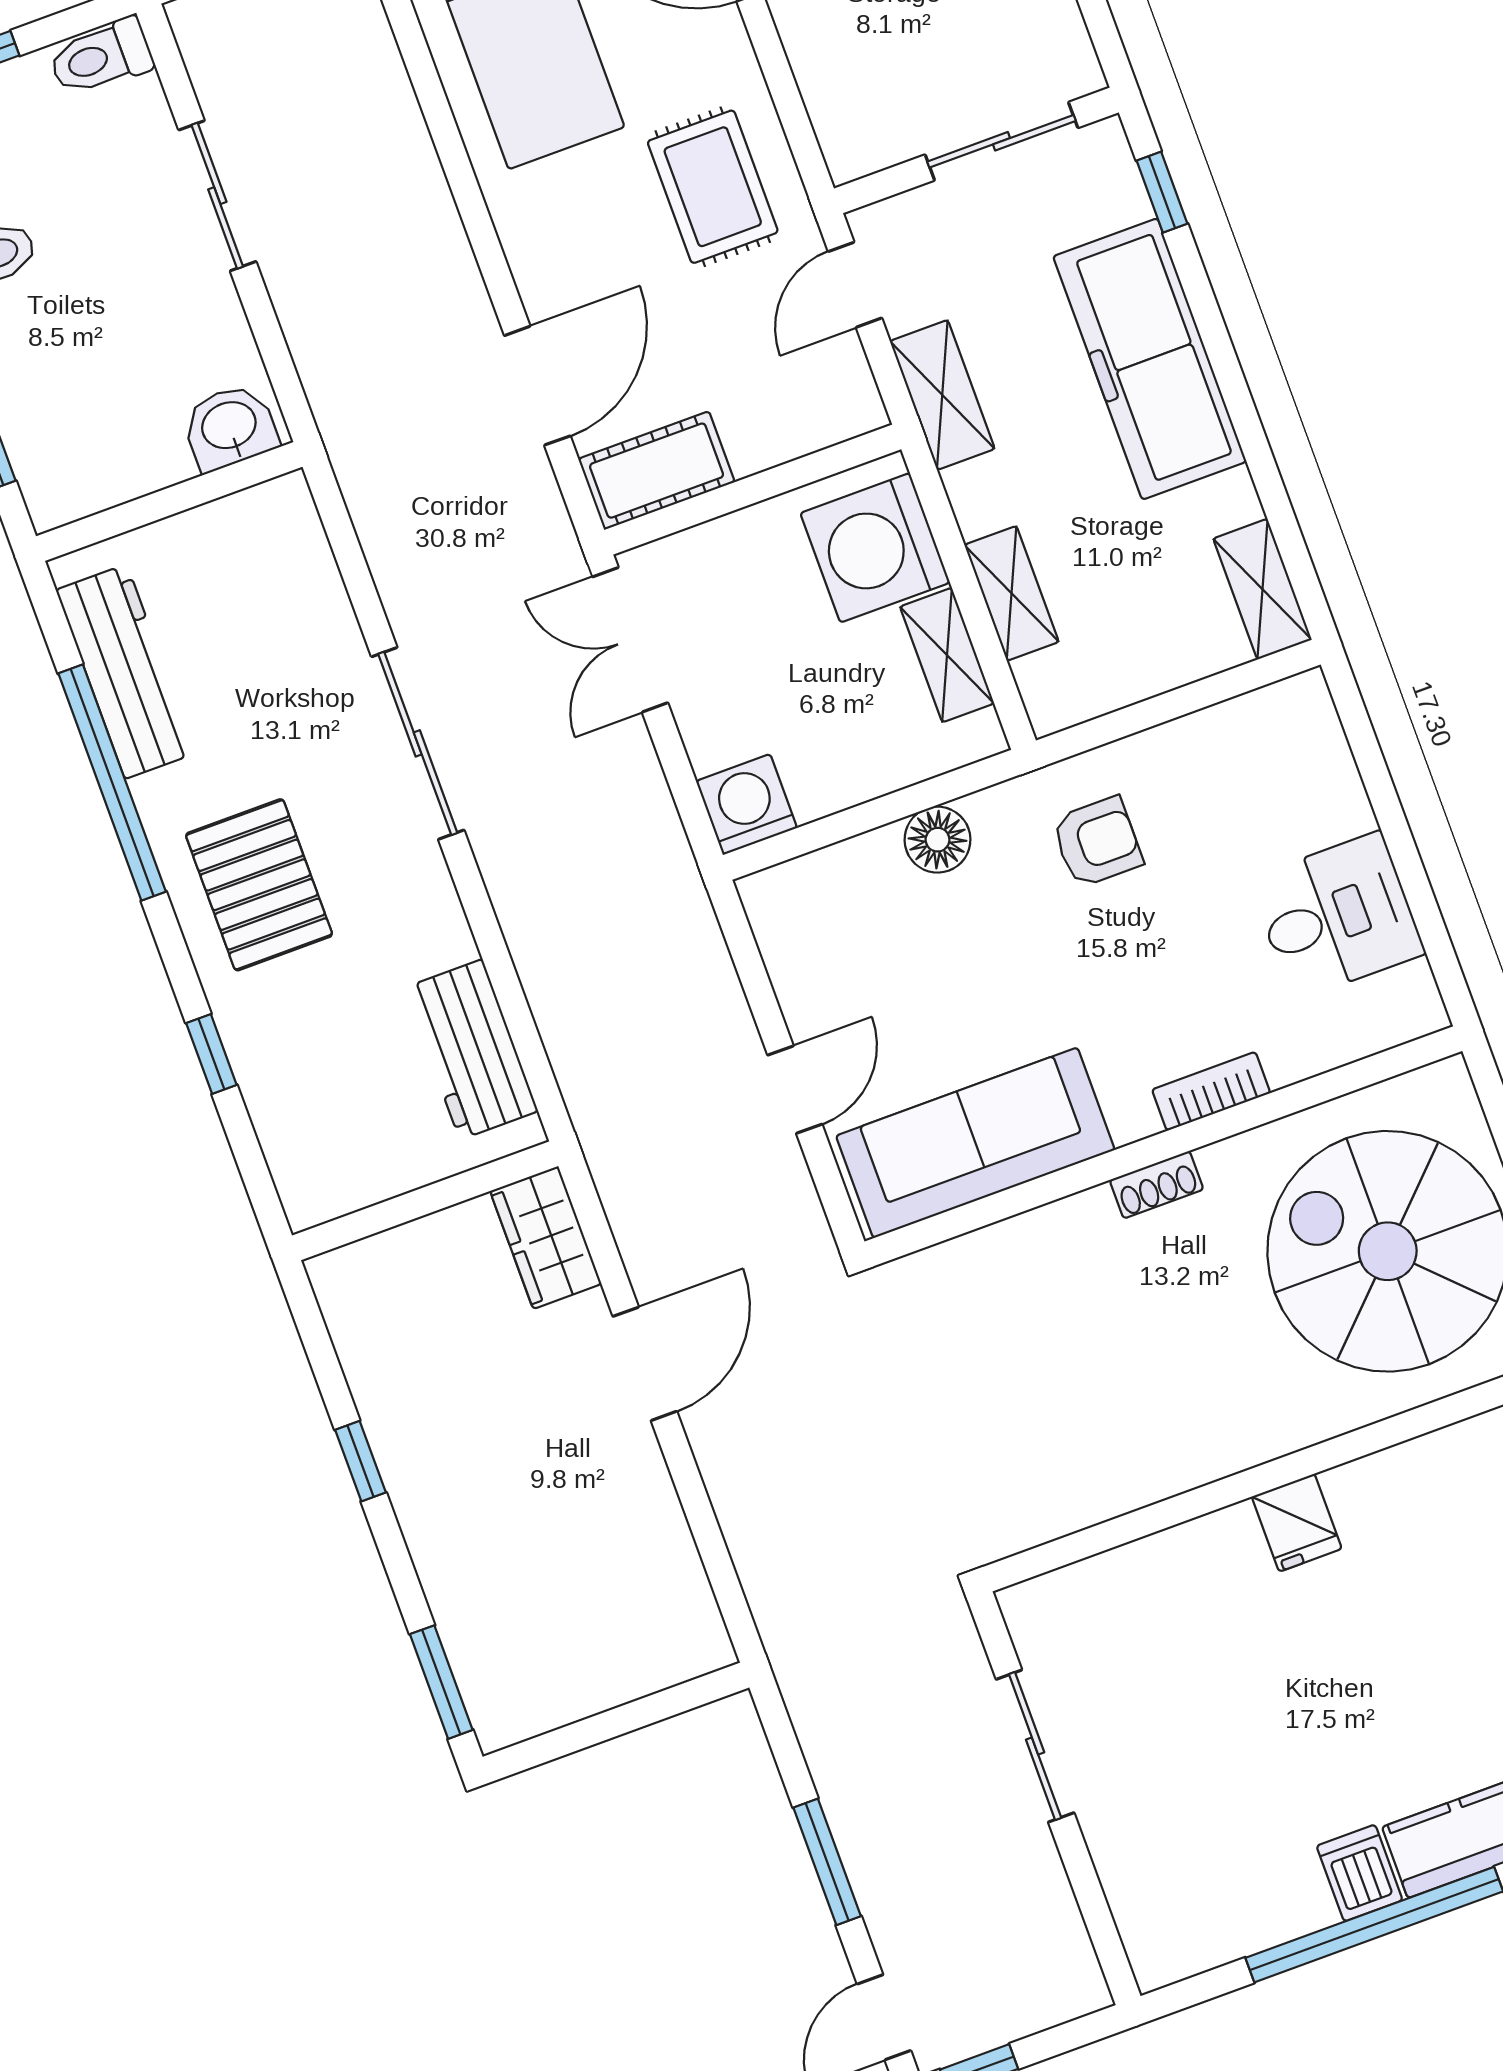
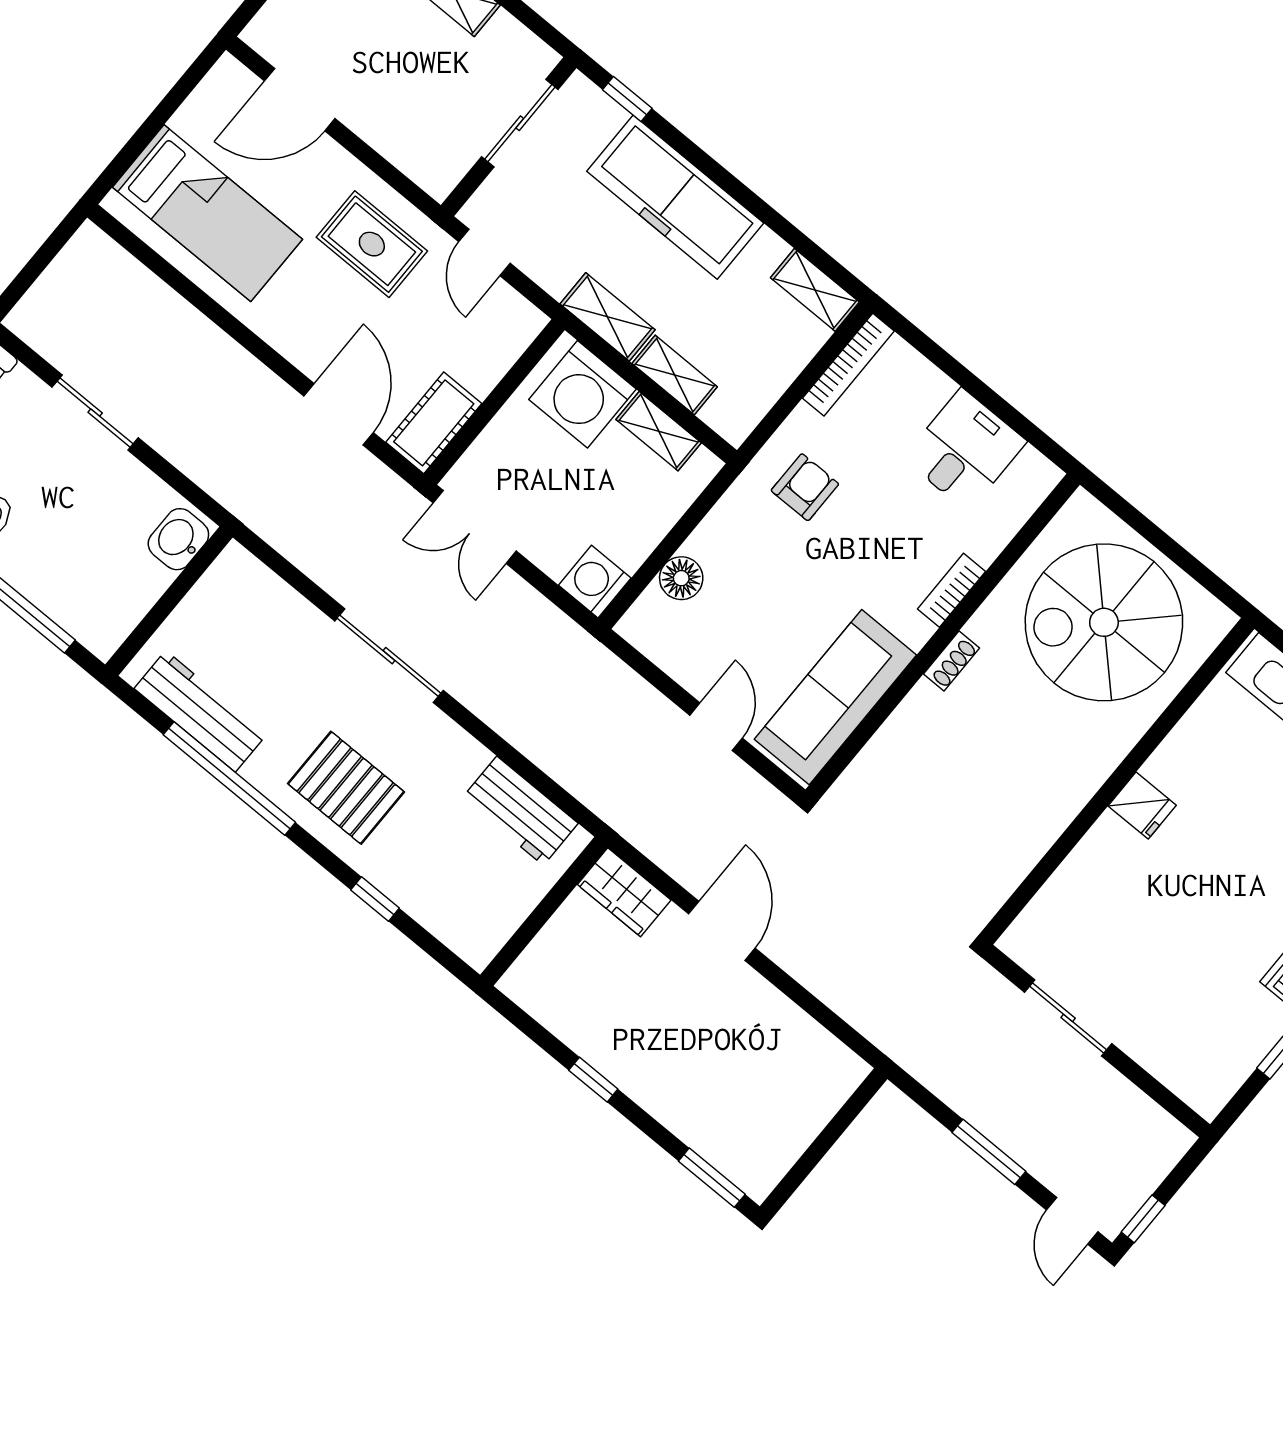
shelving: (942, 395) -> (607, 317), moved
bookcase: (1249, 714) -> (848, 365), added
floor lamp: (938, 840) -> (681, 578), moved

